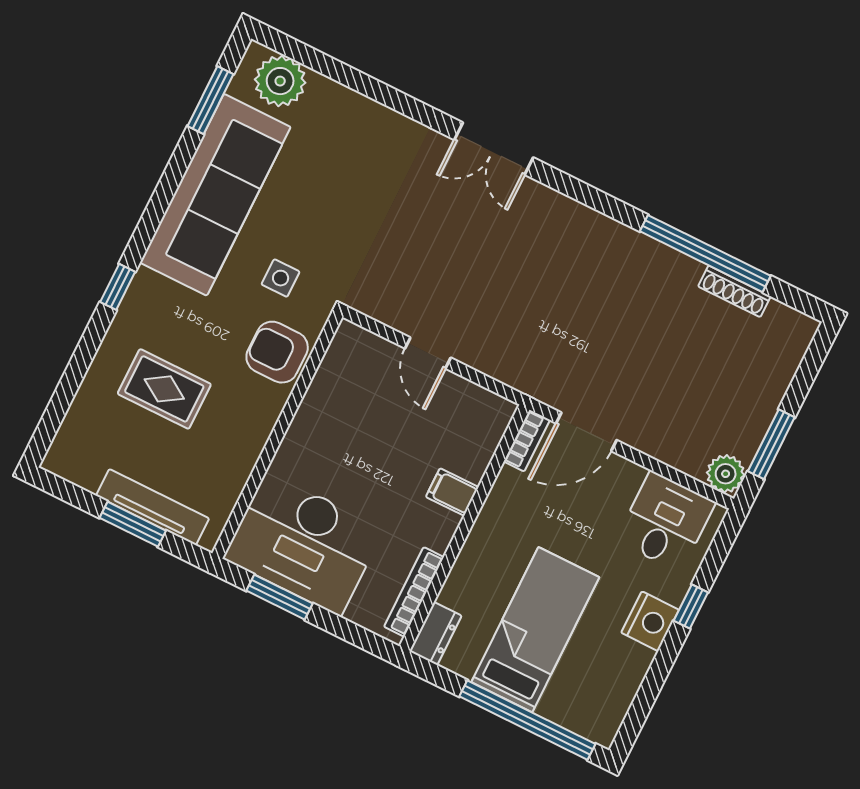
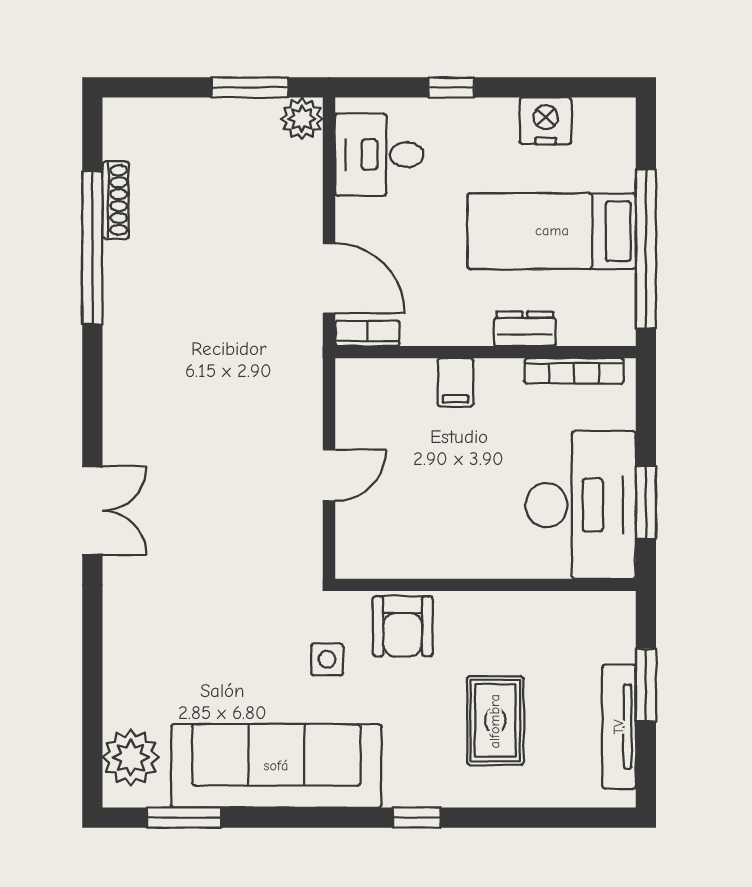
tv unit: (153, 507) -> (619, 727), moved
nightstand: (650, 621) -> (546, 121), moved
dresser: (435, 634) -> (525, 329), moved
window: (527, 720) -> (646, 249), moved

